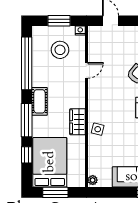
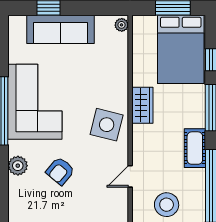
cot: (39, 101) -> (195, 148), moved
side table: (98, 129) -> (107, 125), moved, width x1.87, depth x1.87

